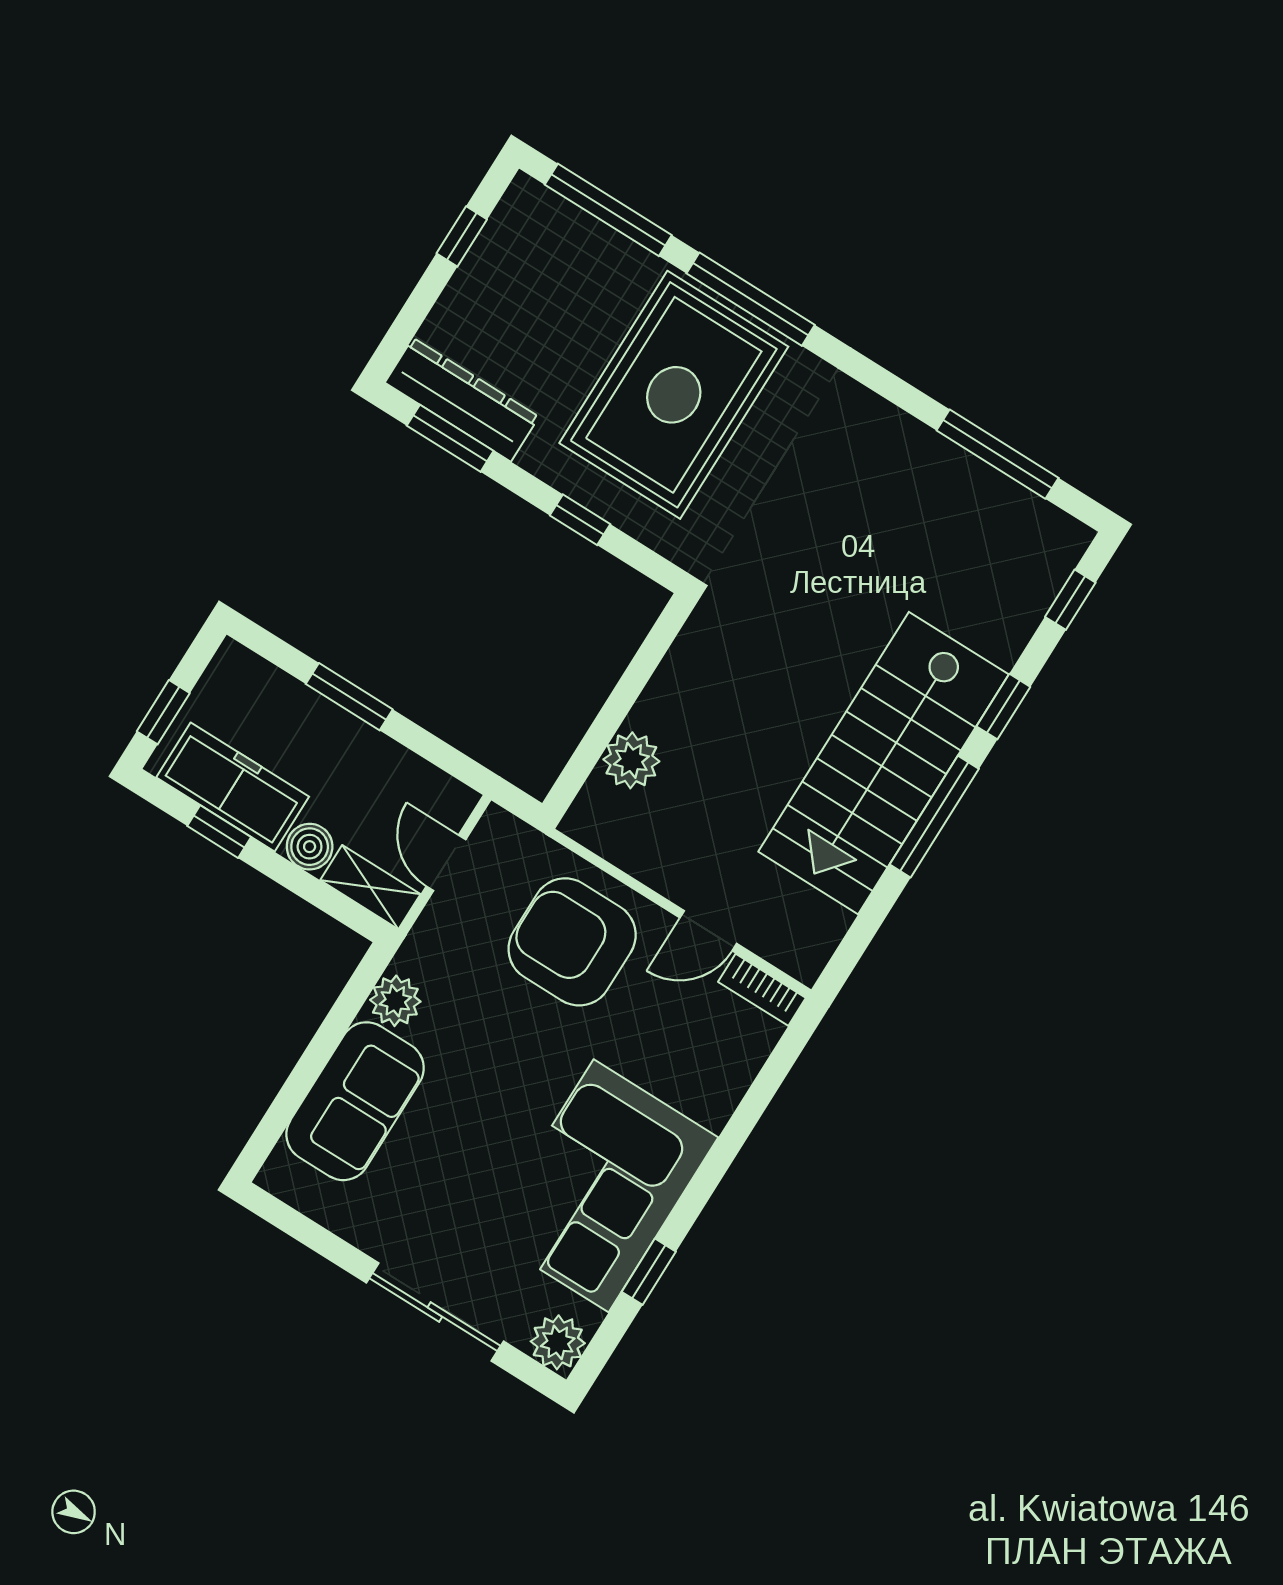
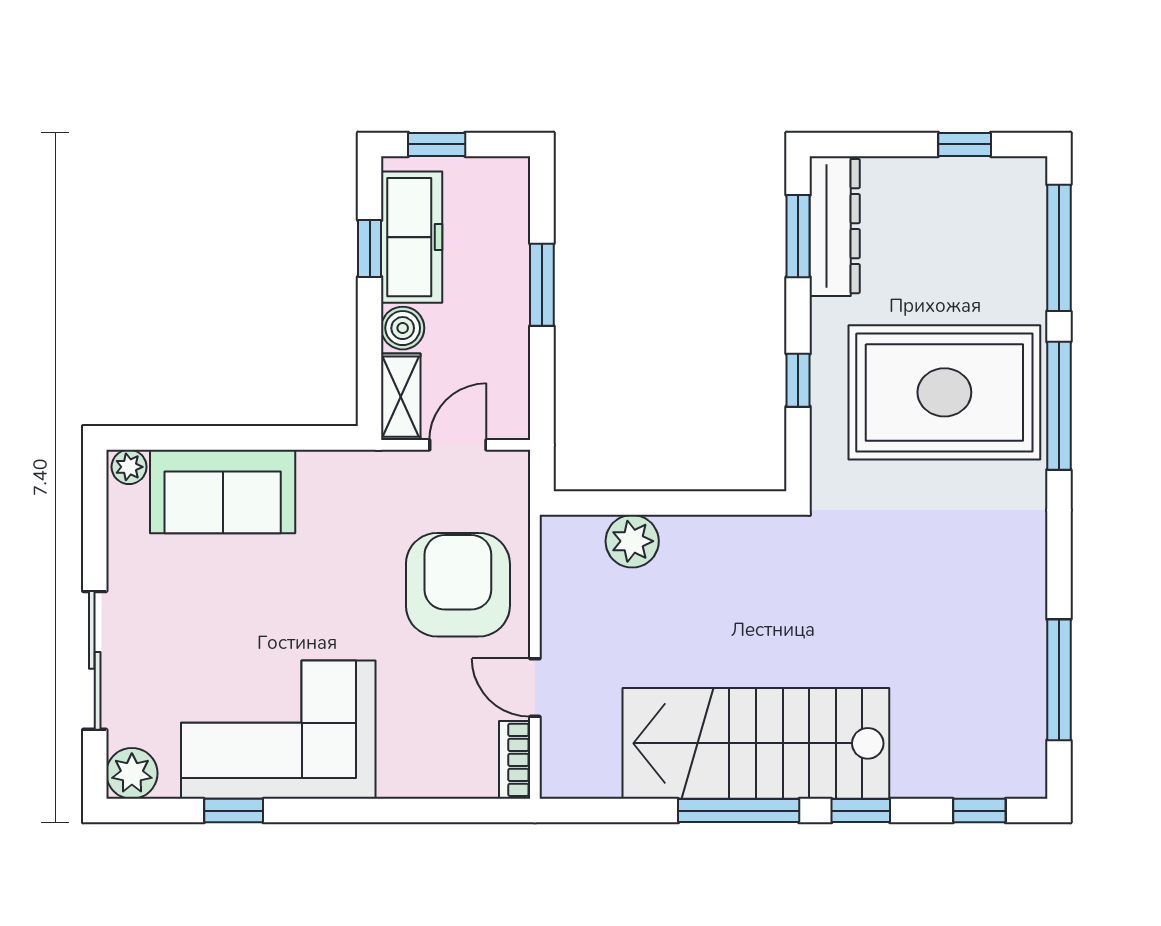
plant: (395, 1001) -> (129, 467), moved, width x0.73, depth x0.73

